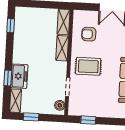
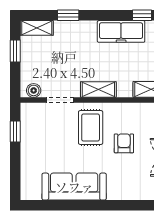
armchair: (89, 34) -> (124, 143), moved
shelving: (62, 48) -> (98, 90), moved
freezer: (19, 76) -> (121, 31), moved, width x1.40

